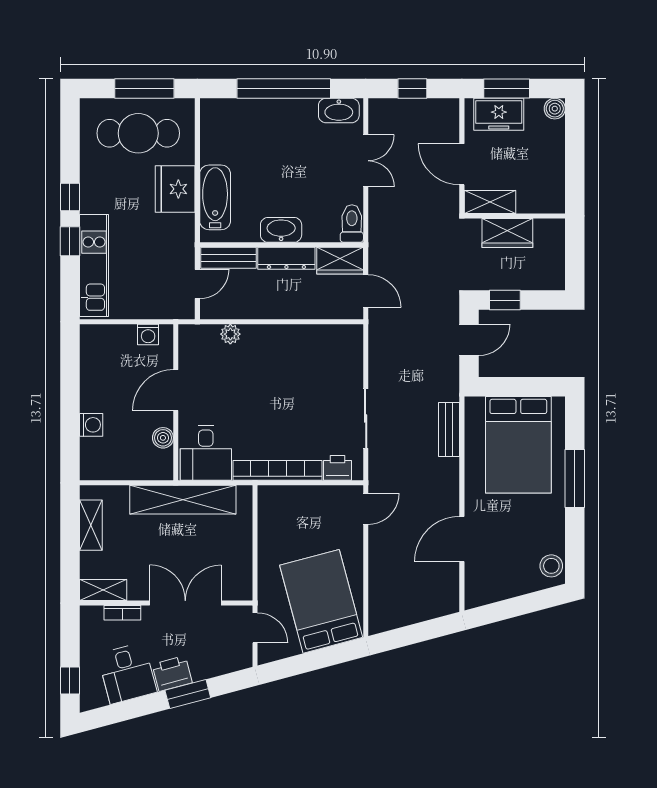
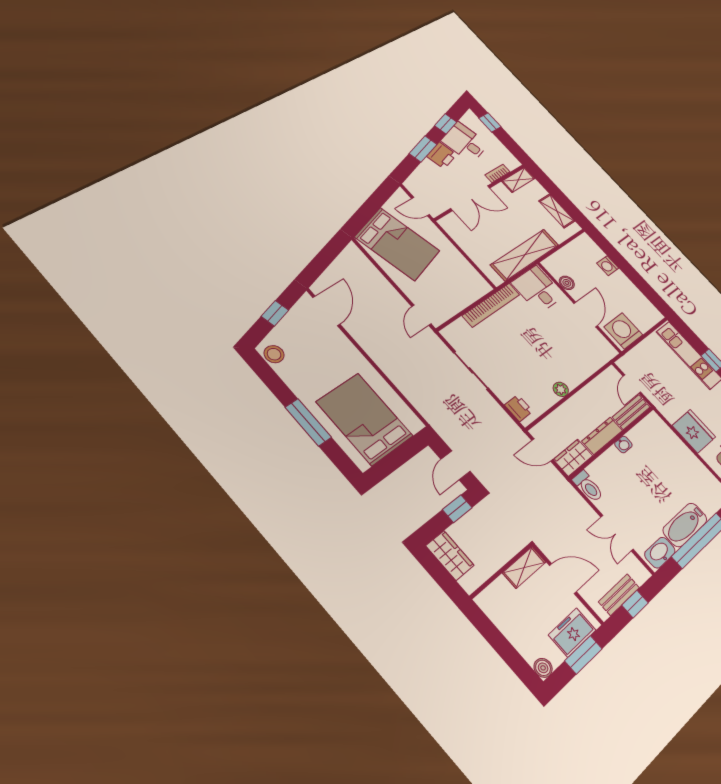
bathtub: (215, 197) -> (685, 525), moved, turned 90
washbasin: (281, 230) -> (623, 444), width x0.52, depth x0.69
wardrobe: (507, 233) -> (450, 555), moved, turned 90
plant: (230, 334) -> (561, 389), moved
washing machine: (148, 335) -> (623, 331), width x1.89, depth x1.89
bench: (449, 429) -> (619, 595), moved, turned 90
printer: (338, 468) -> (519, 408), moved, turned -90
door: (462, 539) -> (326, 311), moved
window: (516, 607) -> (275, 313), added
window: (130, 709) -> (446, 124), added

